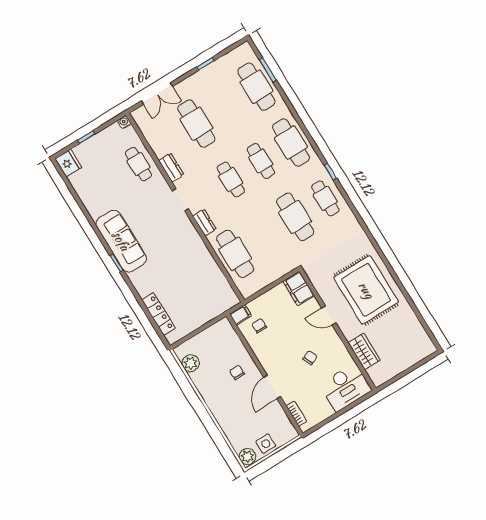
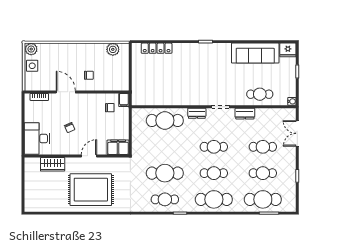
cafe table: (226, 105) -> (263, 173), added
cafe table: (196, 124) -> (263, 147), width x0.73, depth x0.74
sofa: (121, 241) -> (255, 53), moved

